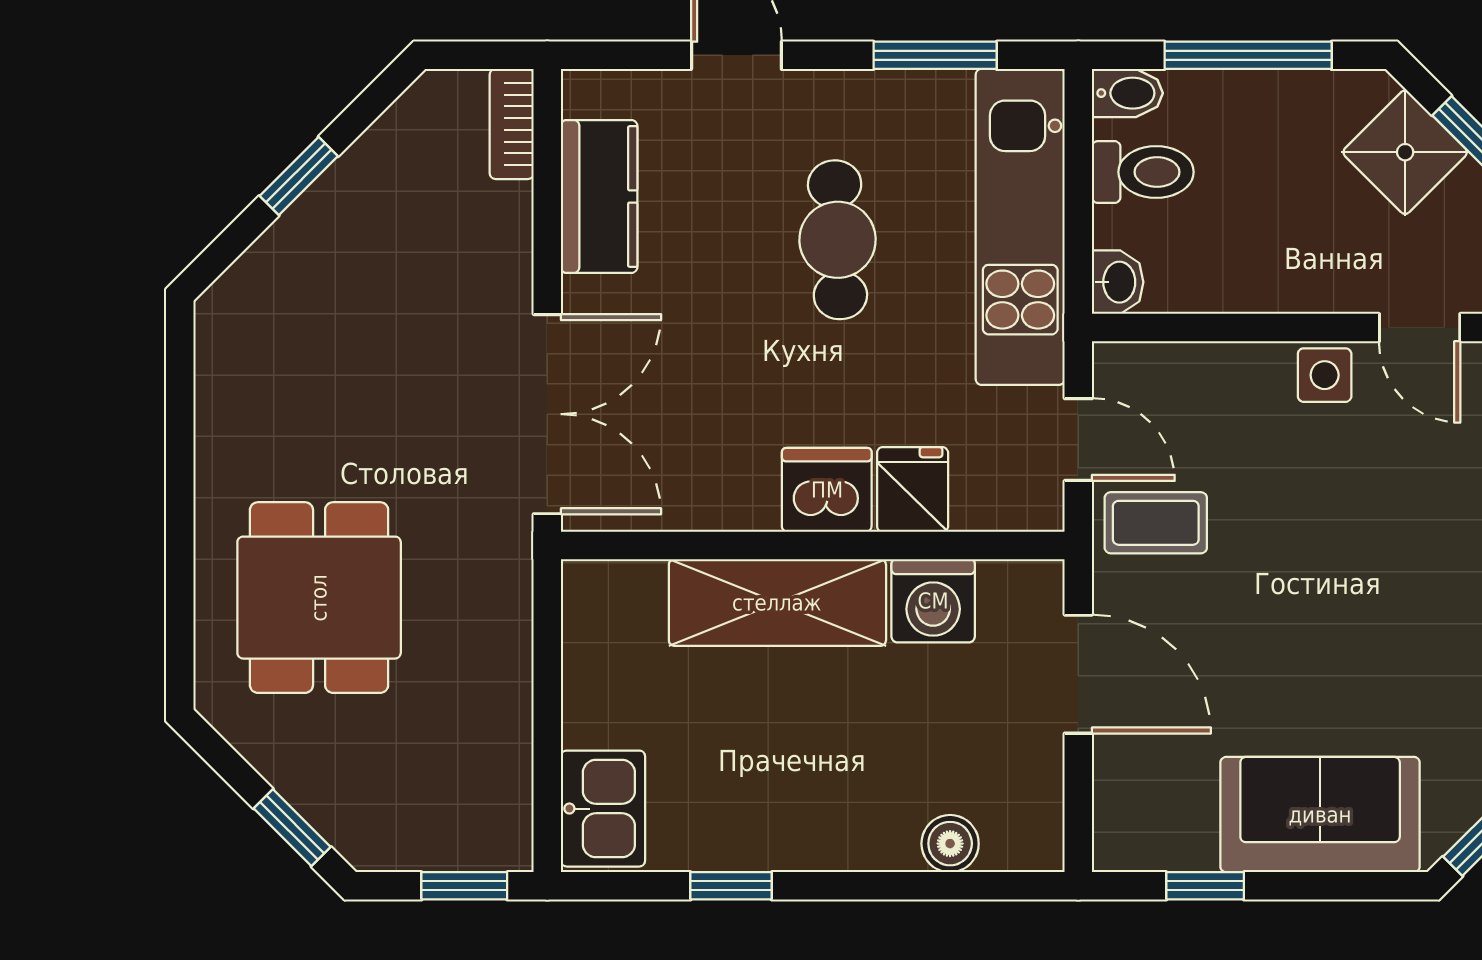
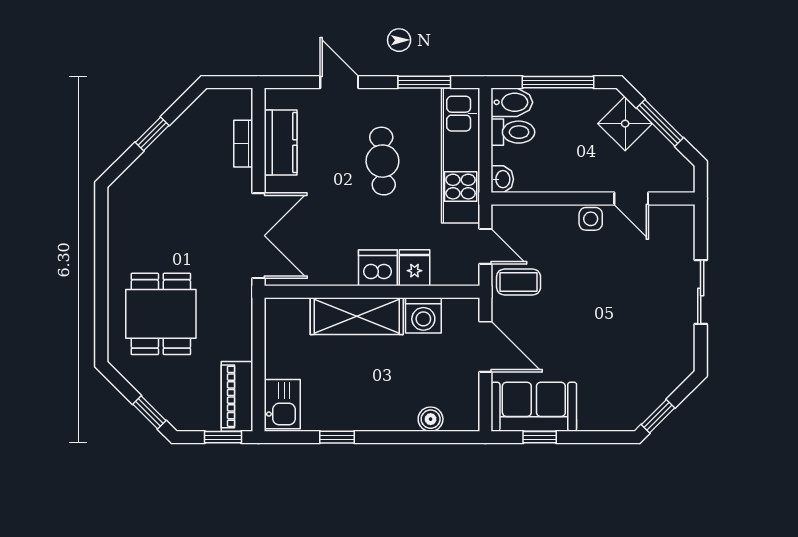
bidet: (1127, 93) -> (512, 102), width x1.38, depth x1.36
bookcase: (512, 124) -> (243, 144), moved
piano: (497, 790) -> (237, 396), added
sofa: (1320, 815) -> (534, 407), moved

